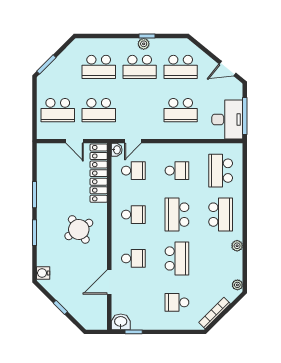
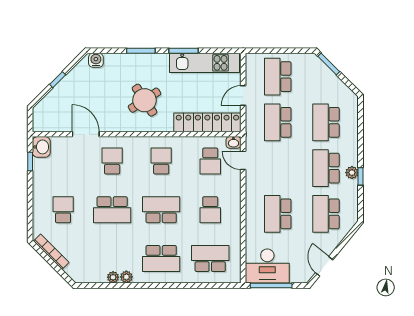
kitchen unit: (45, 176) -> (204, 63), added
school desk: (133, 215) -> (161, 161), turned 180
school desk: (133, 258) -> (112, 161), turned 180
plant: (237, 285) -> (113, 277), moved

